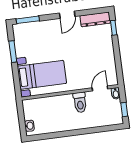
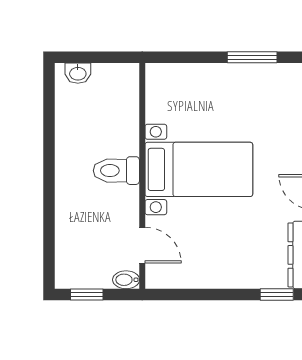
bed with nightstands: (42, 75) -> (199, 169), moved, turned -90
toilet: (80, 102) -> (116, 171), moved

